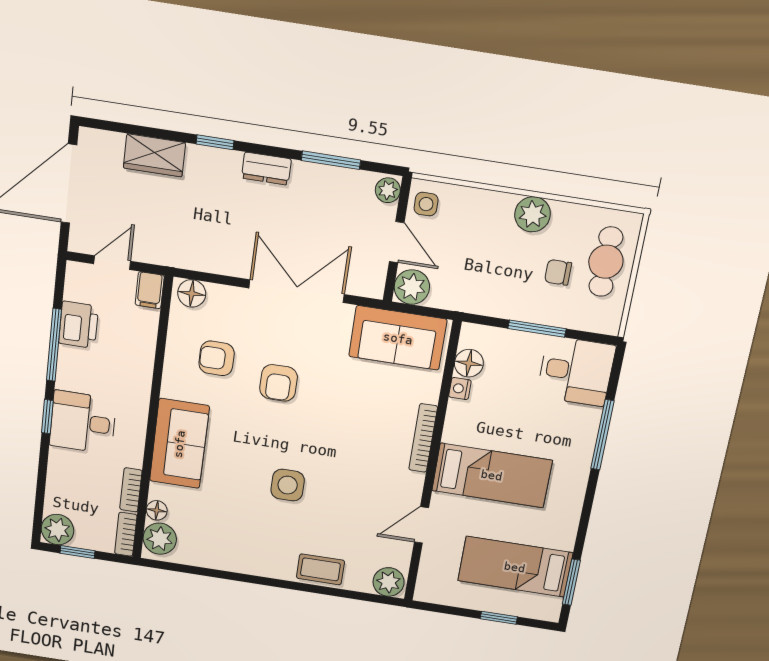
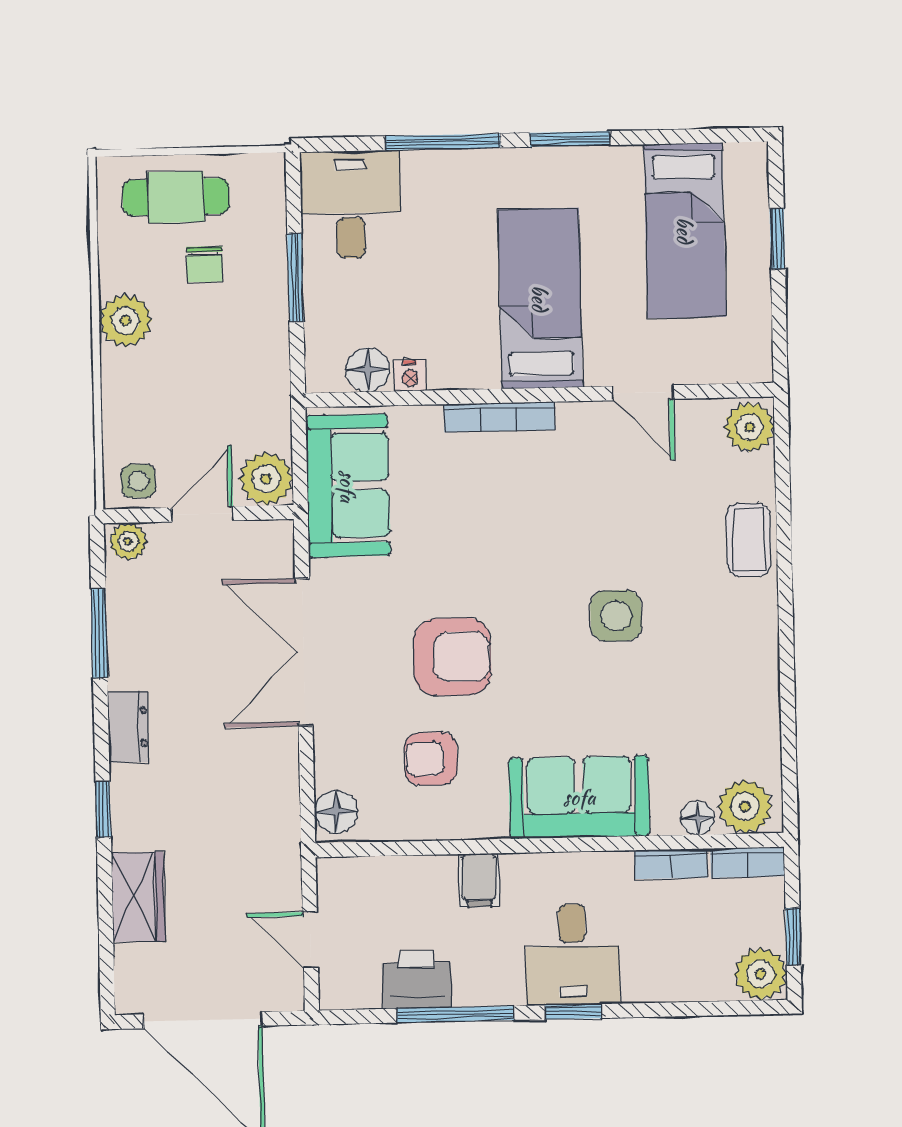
filing cabinet: (150, 290) -> (479, 880), moved, turned 90
armchair: (217, 358) -> (431, 759), turned 90
armchair: (279, 383) -> (452, 657), width x1.38, depth x1.38
window: (571, 582) -> (570, 139), moved

